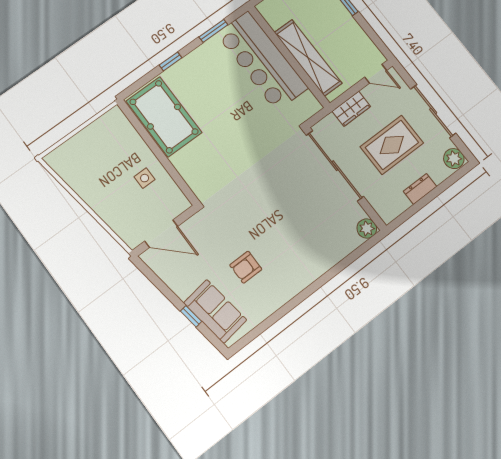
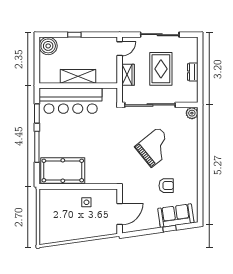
shelving: (308, 58) -> (78, 76), width x0.68
window: (171, 61) -> (37, 147), width x2.17
plant: (454, 159) -> (191, 43), removed
grand piano: (285, 214) -> (155, 147), added
armchair: (246, 267) -> (166, 186), turned -90

